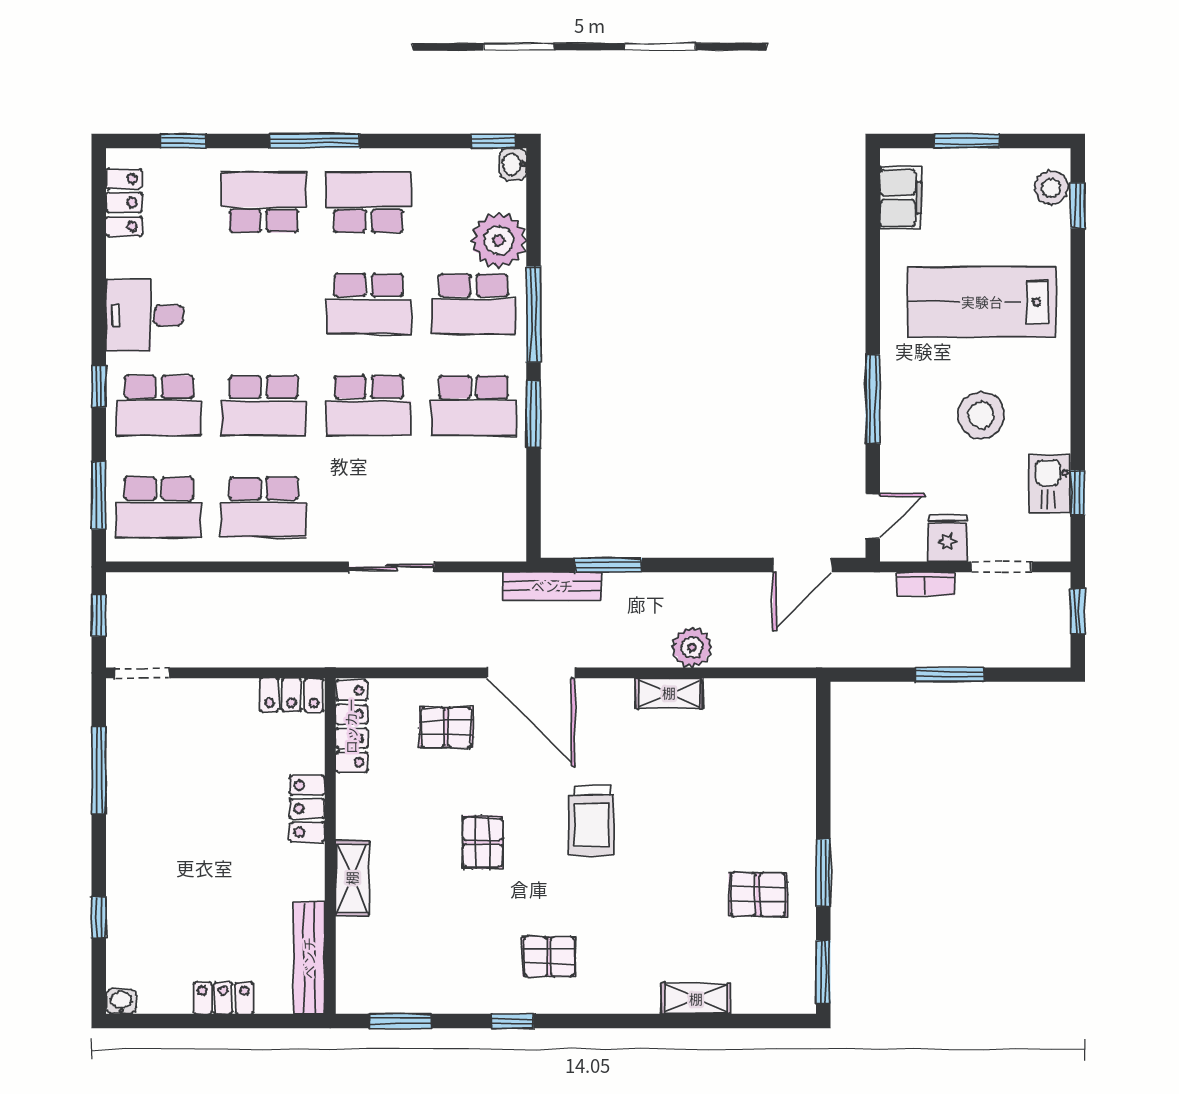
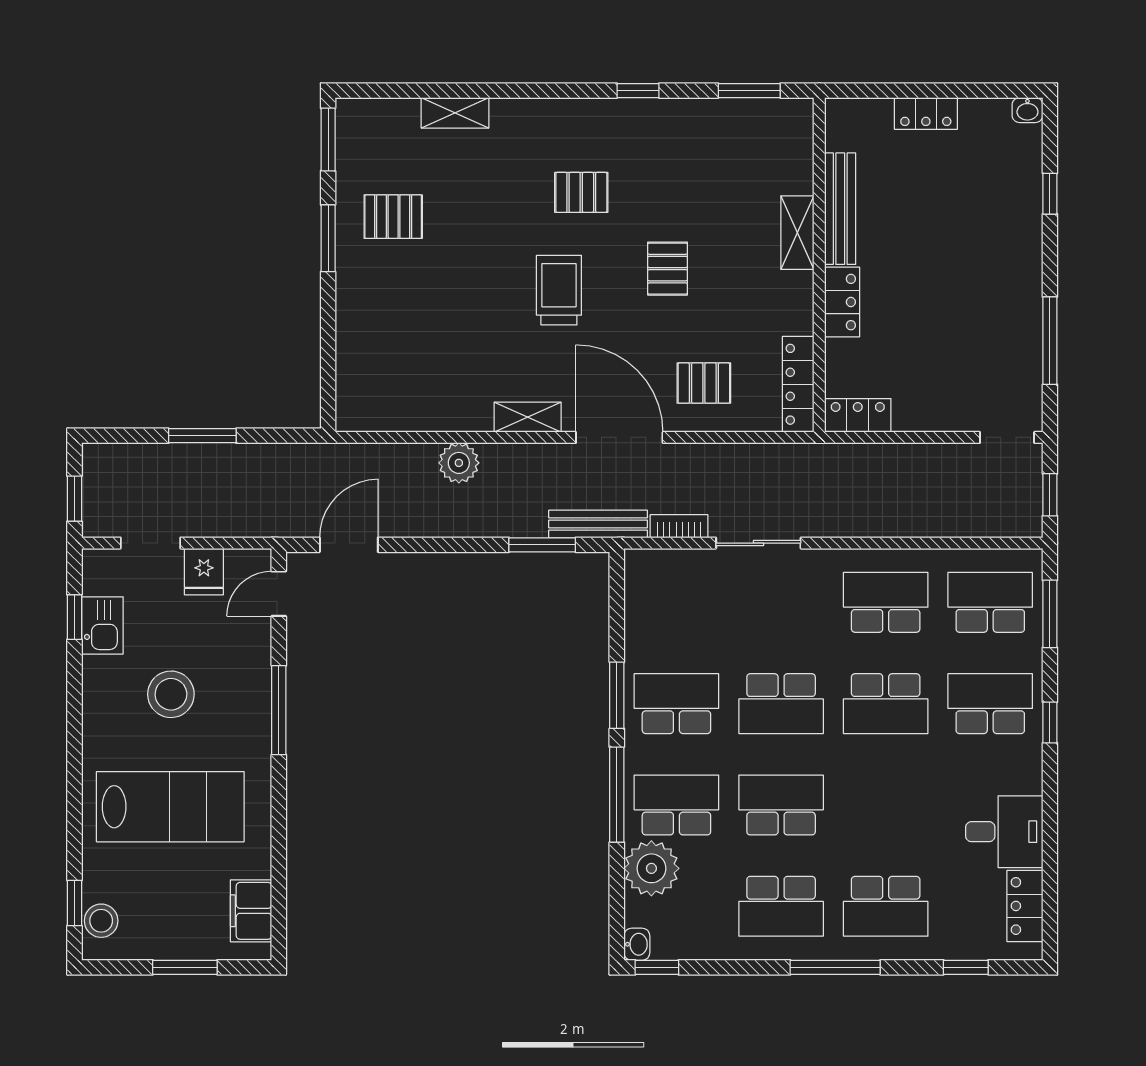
desk: (145, 316) -> (1004, 832), moved
school desk: (264, 406) -> (886, 704), turned 180
school desk: (369, 406) -> (781, 704), turned 180
bookcase: (925, 584) -> (679, 526), moved
shelving: (669, 693) -> (528, 417), moved
pallet: (549, 957) -> (581, 192), moved
bench: (309, 958) -> (840, 209), moved

